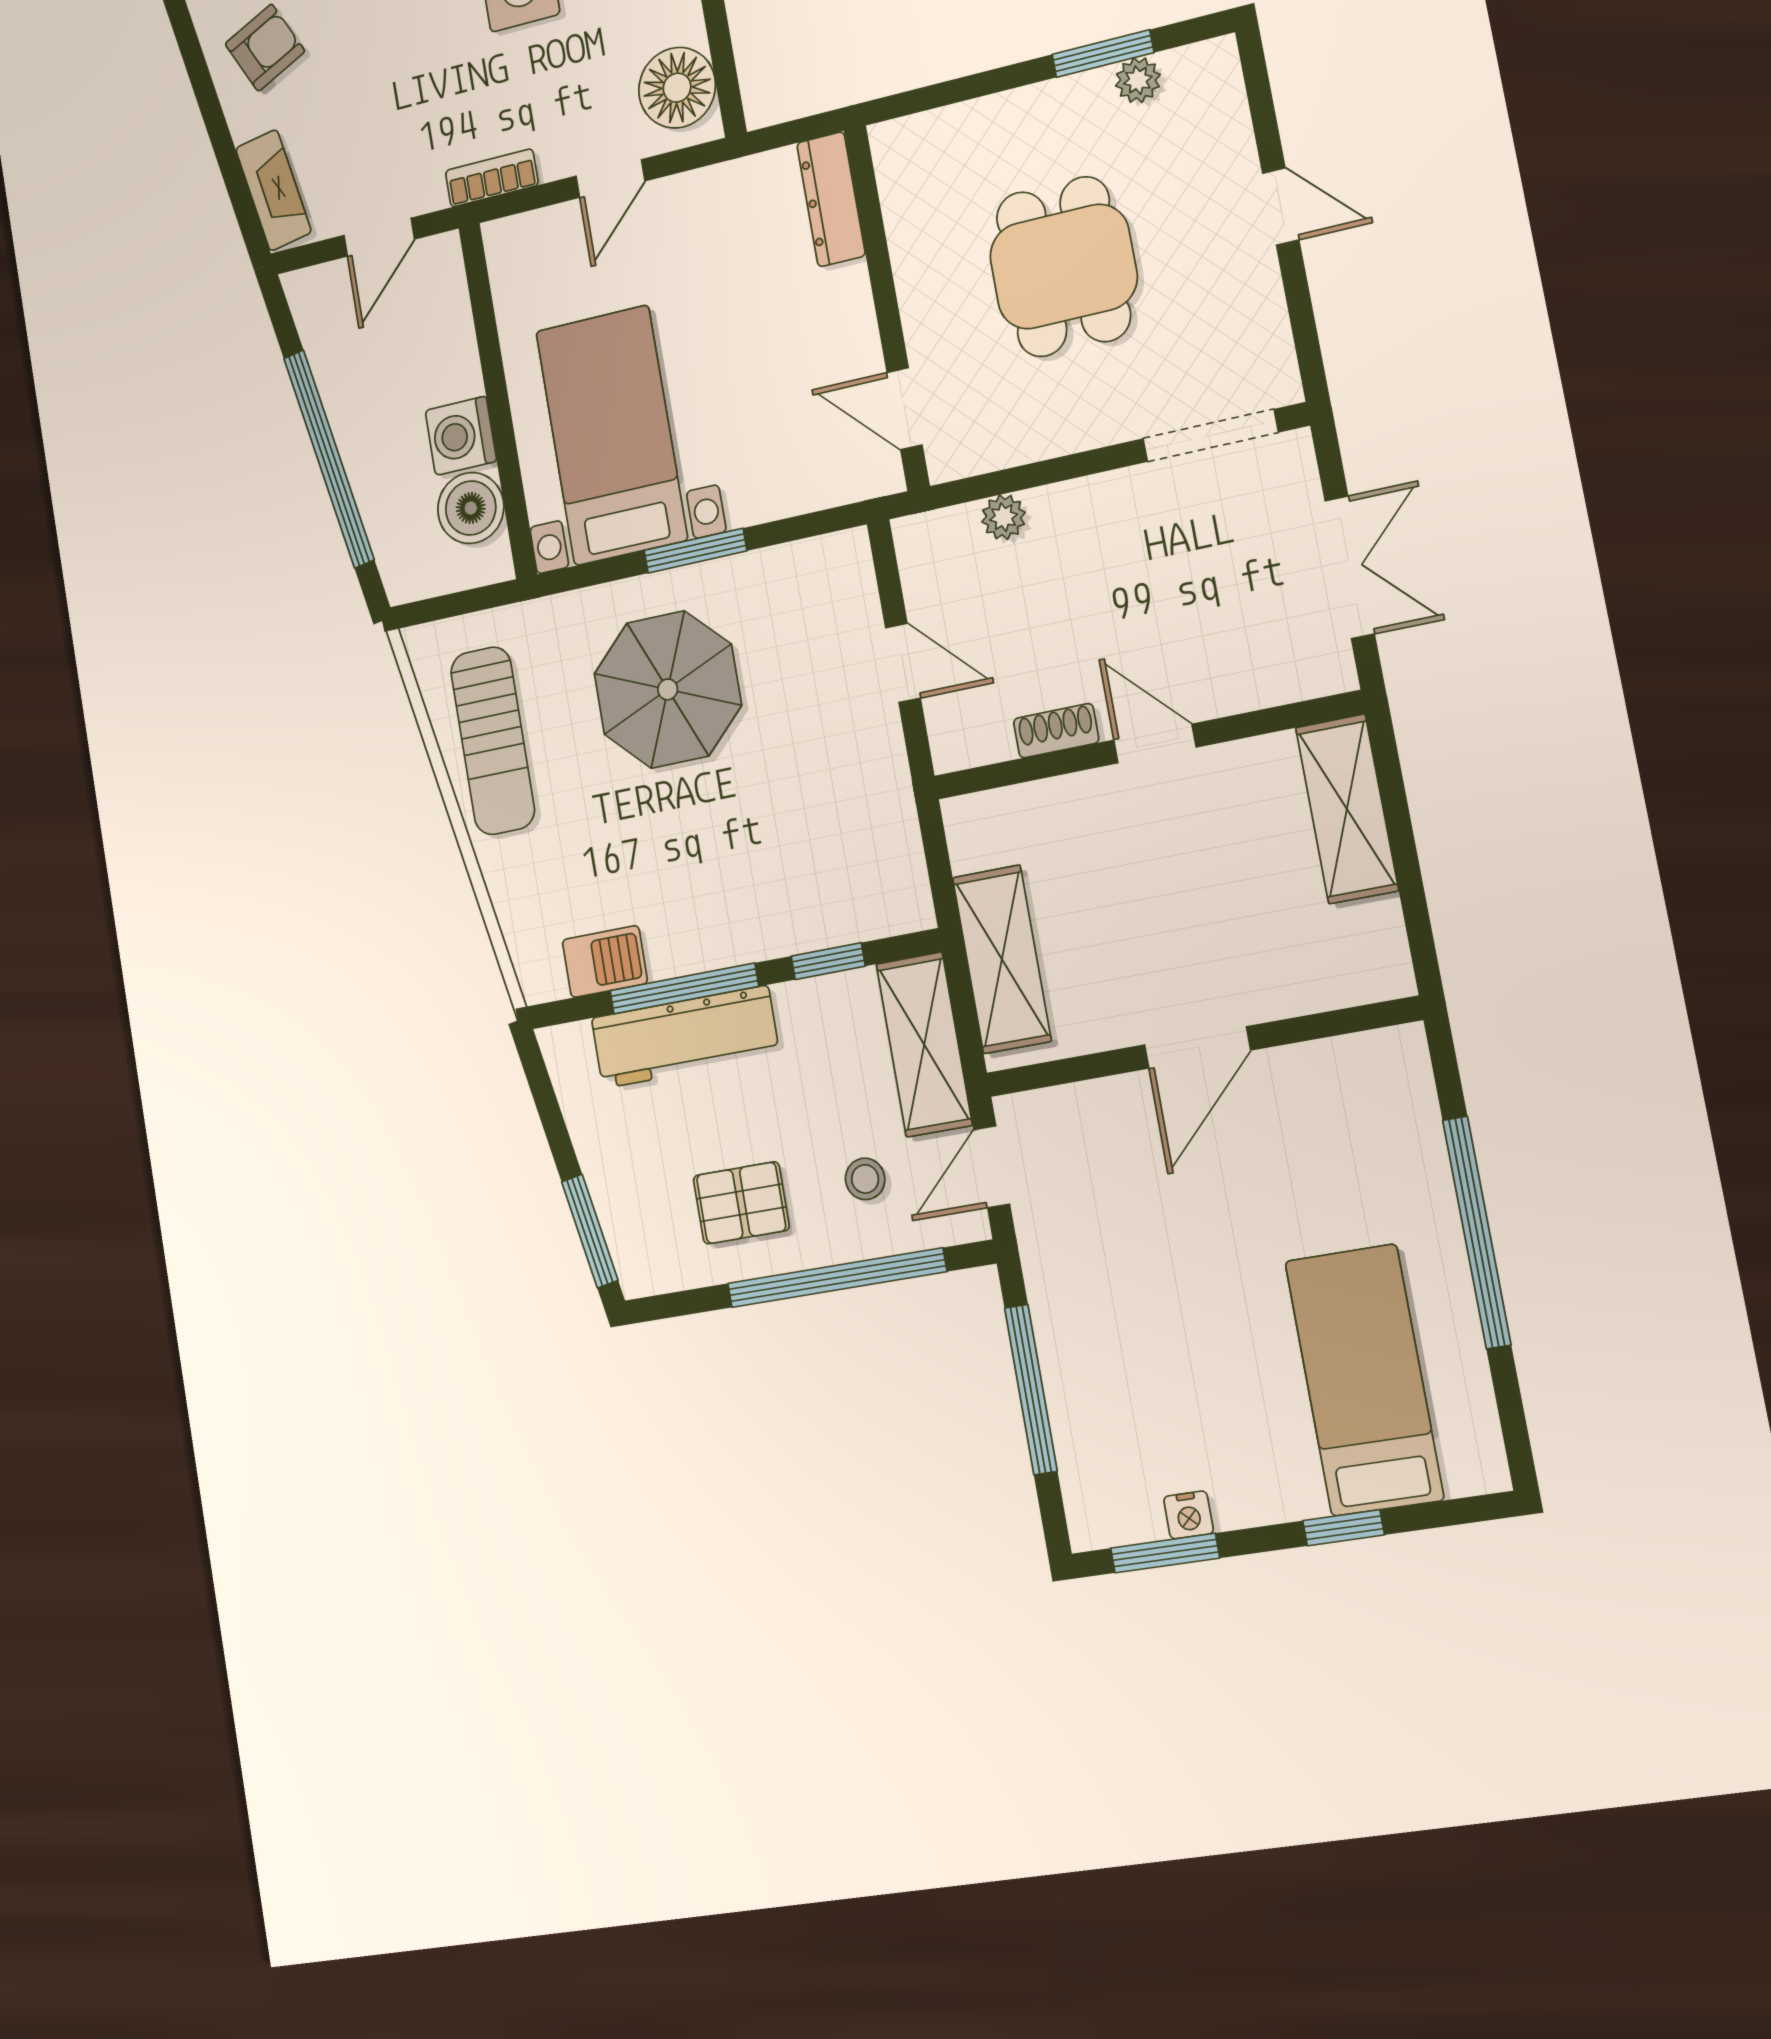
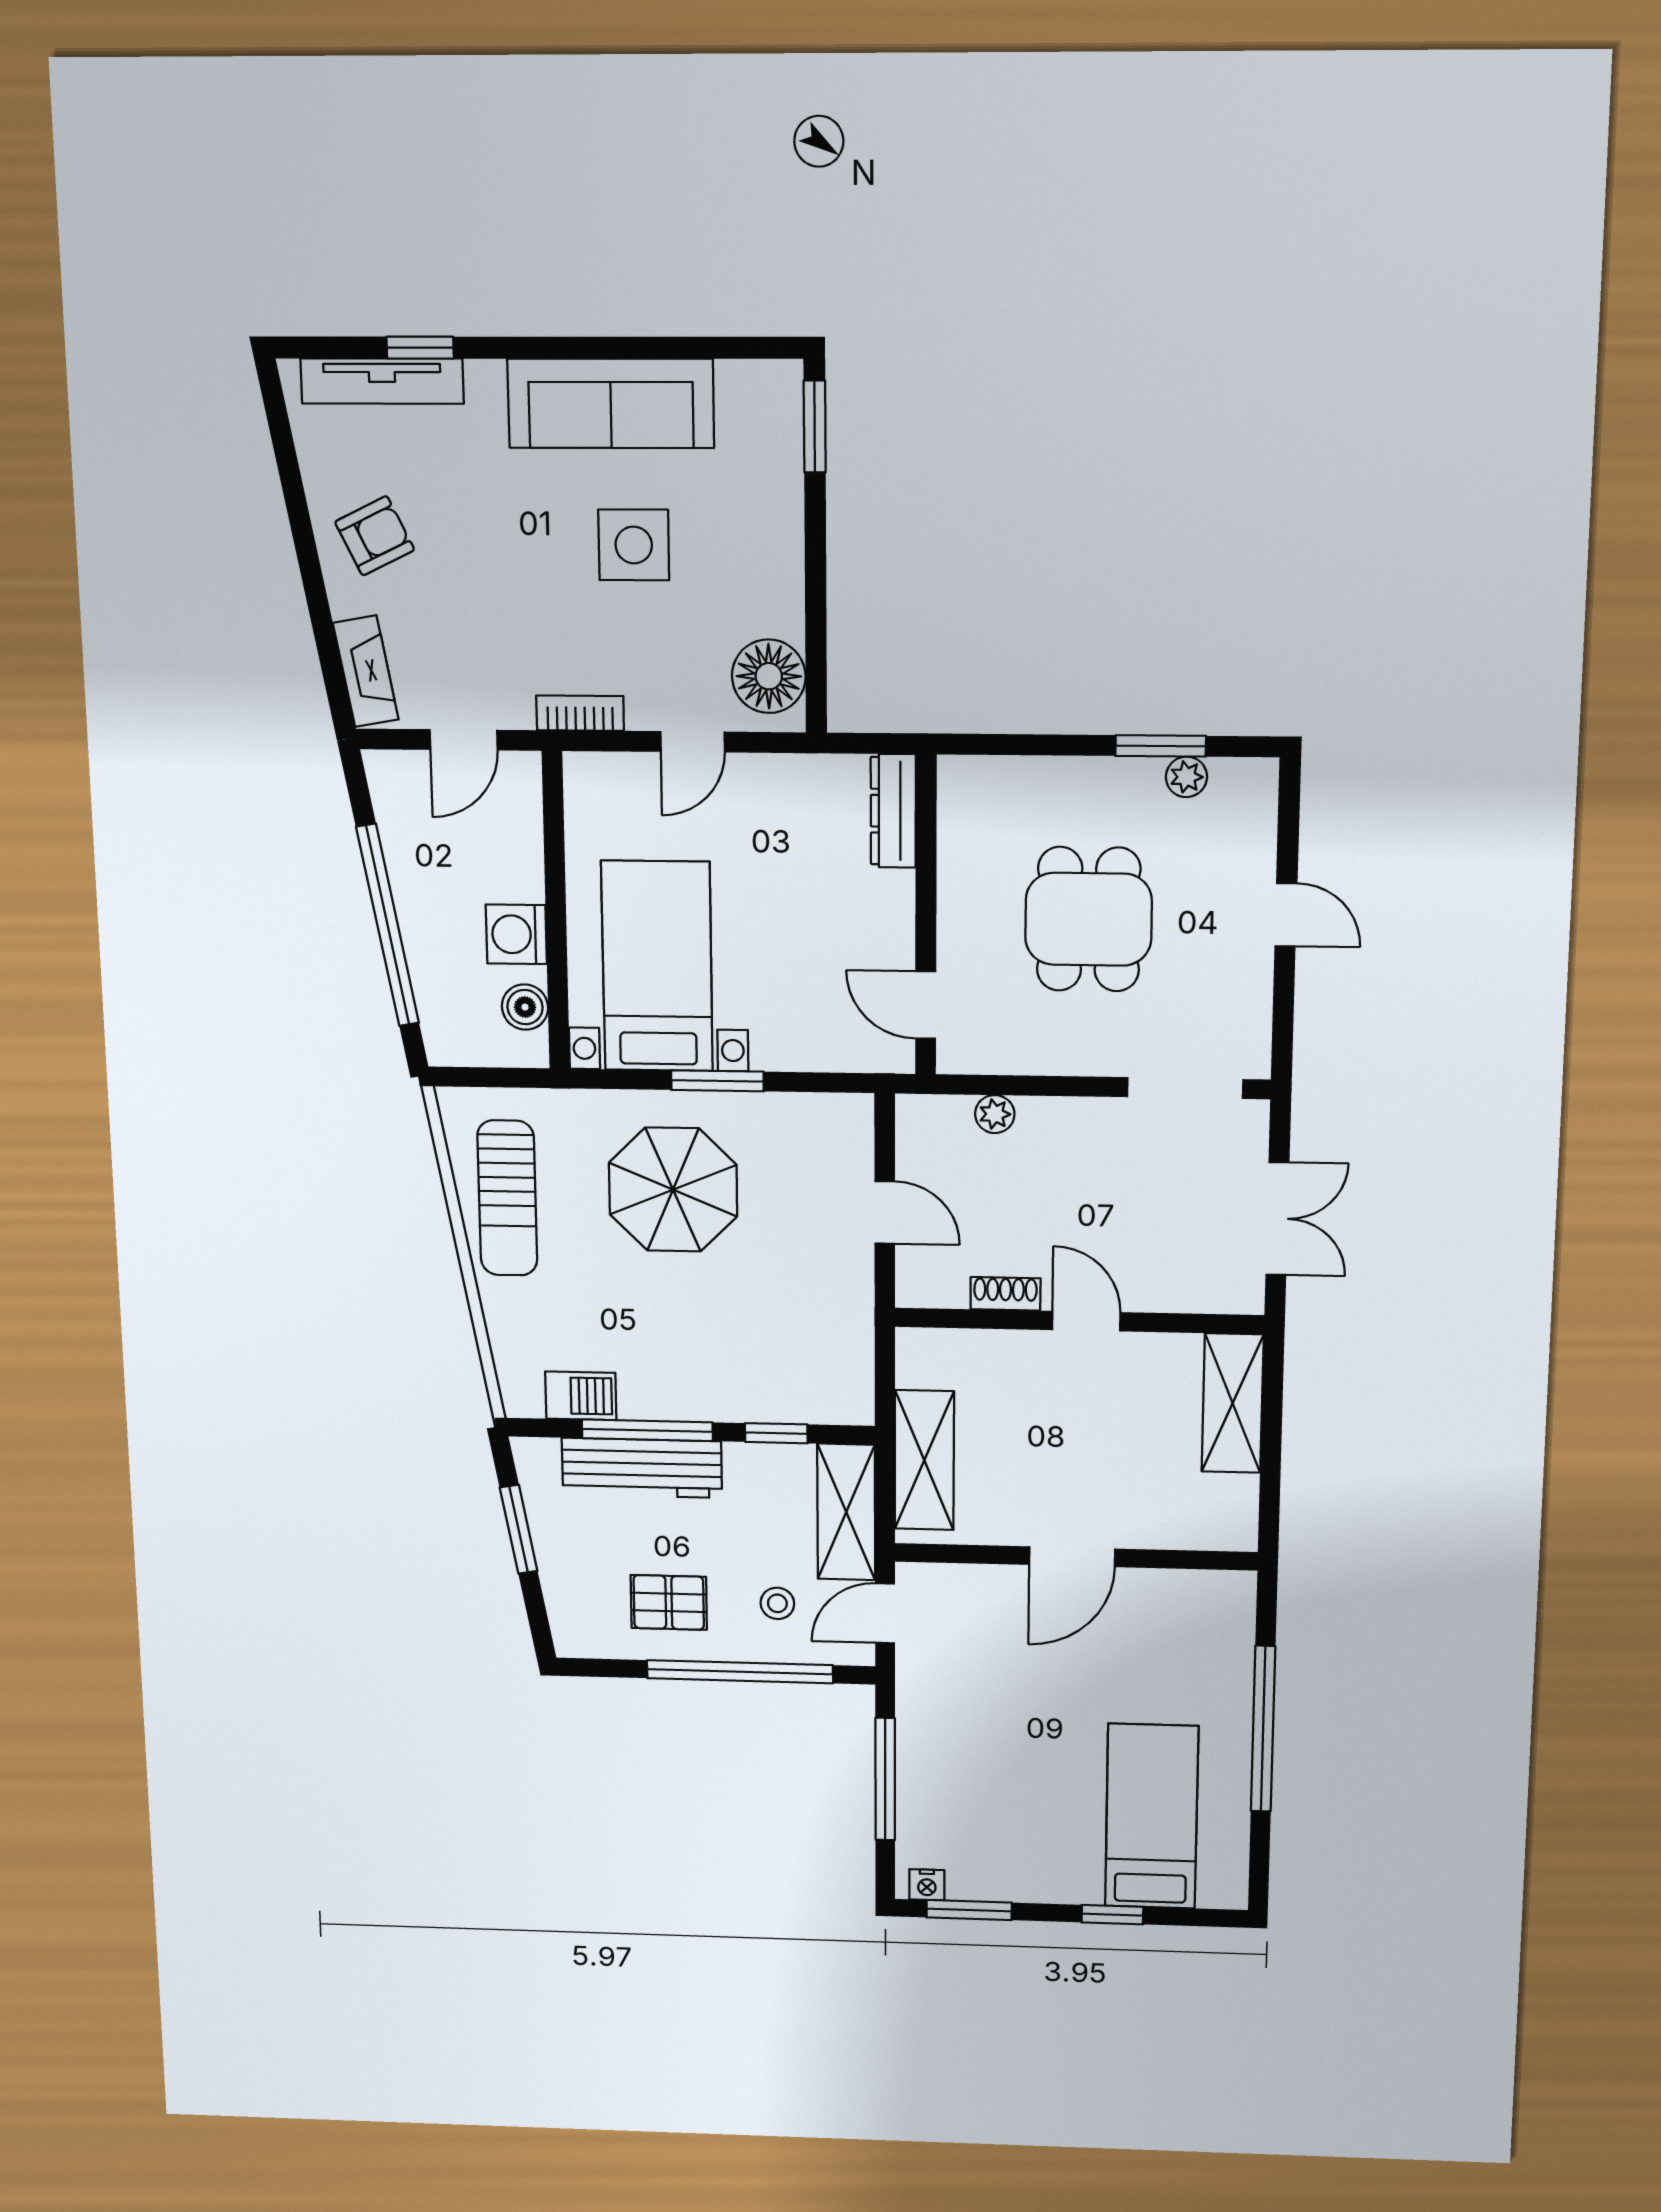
boiler: (471, 508) -> (525, 1007), width x0.73, depth x0.73
window: (590, 1231) -> (519, 1529), moved
nightstand: (1189, 1515) -> (927, 1885), moved

